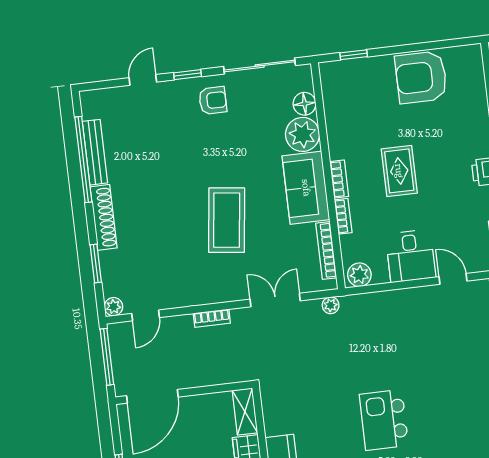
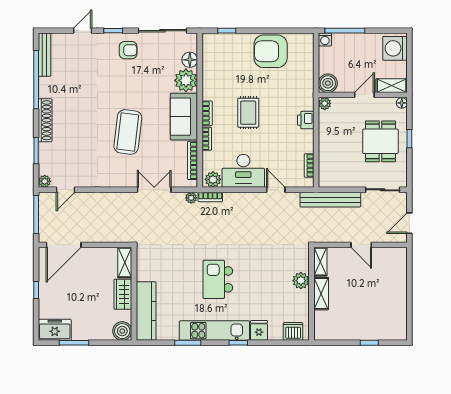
bench: (95, 152) -> (44, 55), moved
desk: (411, 256) -> (243, 171), width x1.37
bookcase: (212, 318) -> (210, 197), moved

